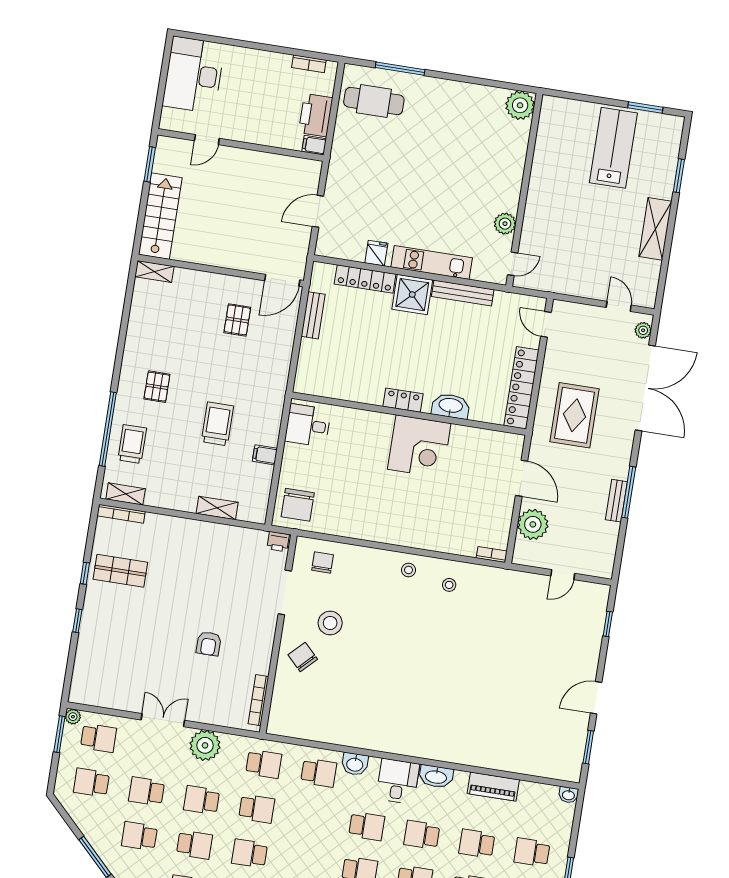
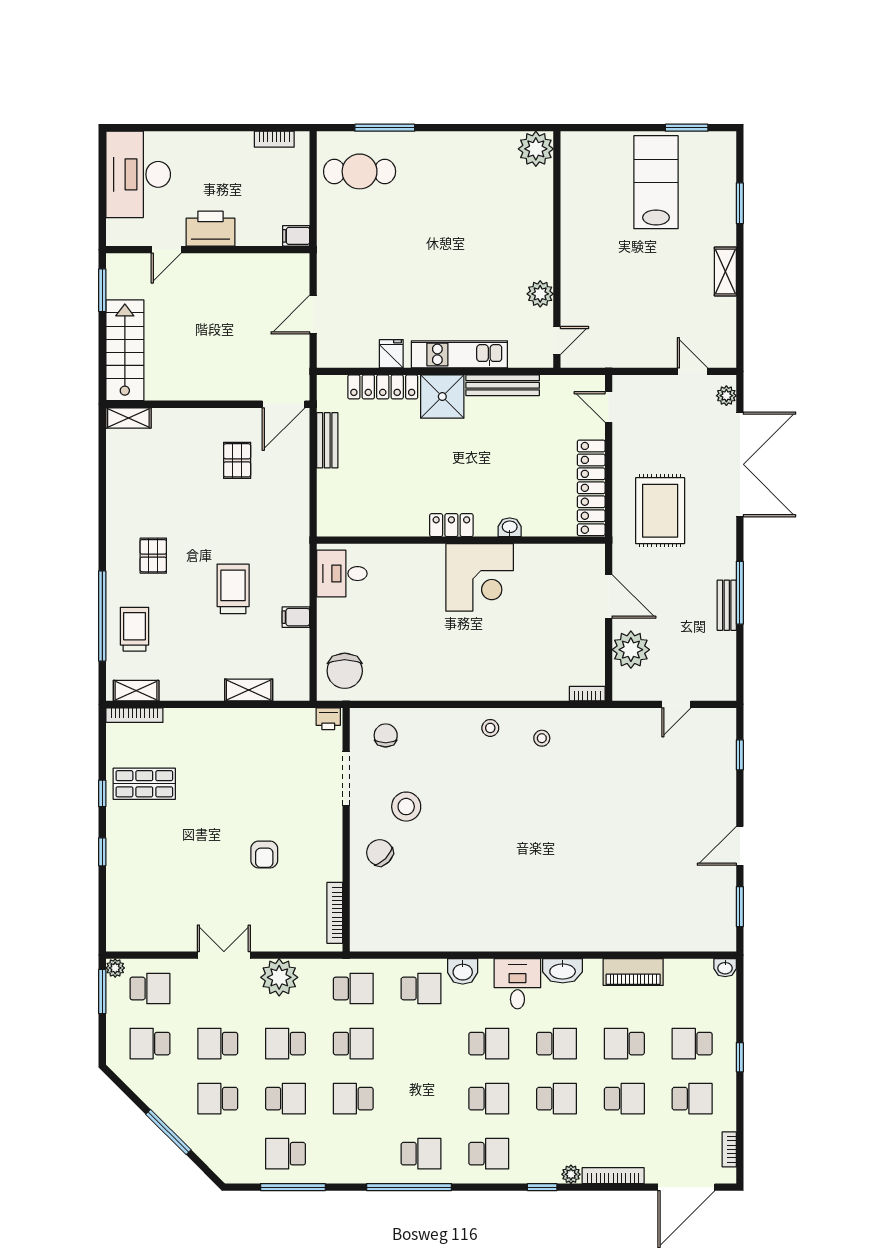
printer: (316, 115) -> (210, 229), moved, turned 90
shelving: (655, 229) -> (725, 271), width x0.67, depth x0.75
washbasin: (451, 406) -> (510, 527), width x0.52, depth x0.69
school desk: (422, 835) -> (557, 1044), turned 180

